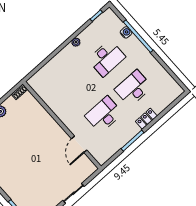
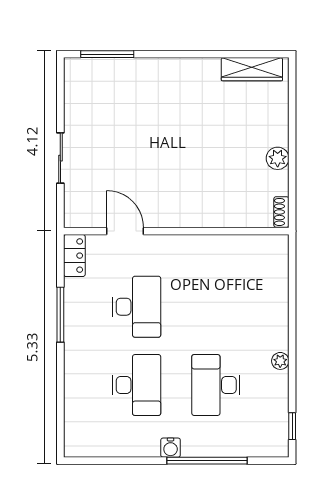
water cooler: (126, 32) -> (171, 448), moved
locker: (146, 119) -> (74, 256), moved

